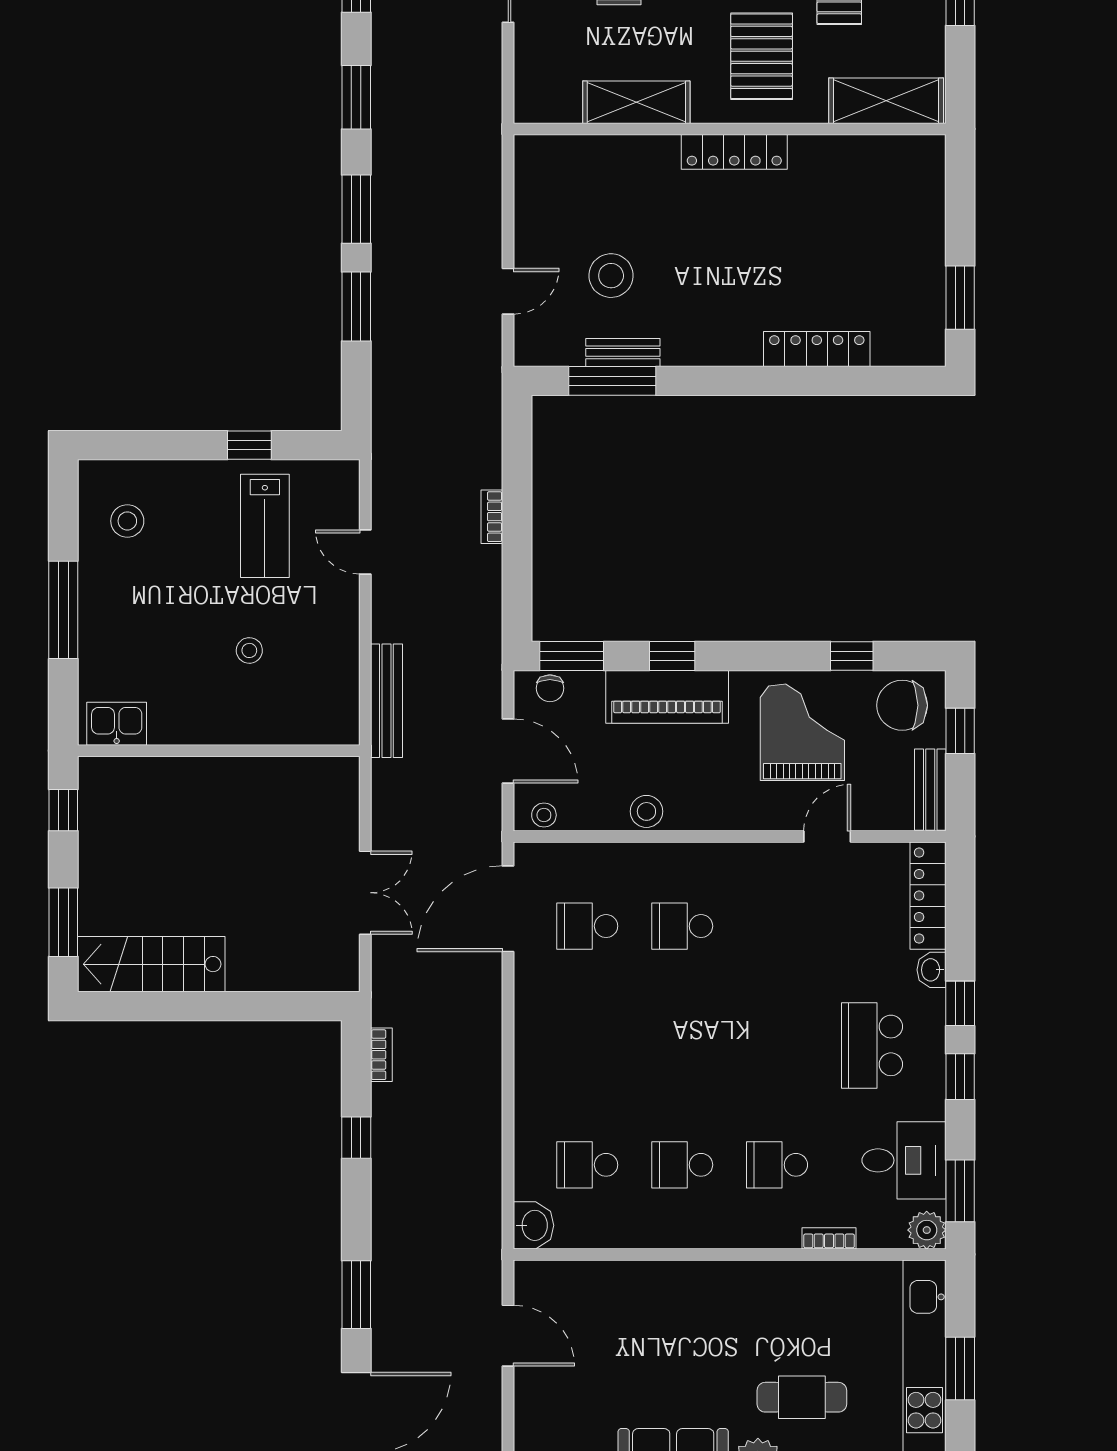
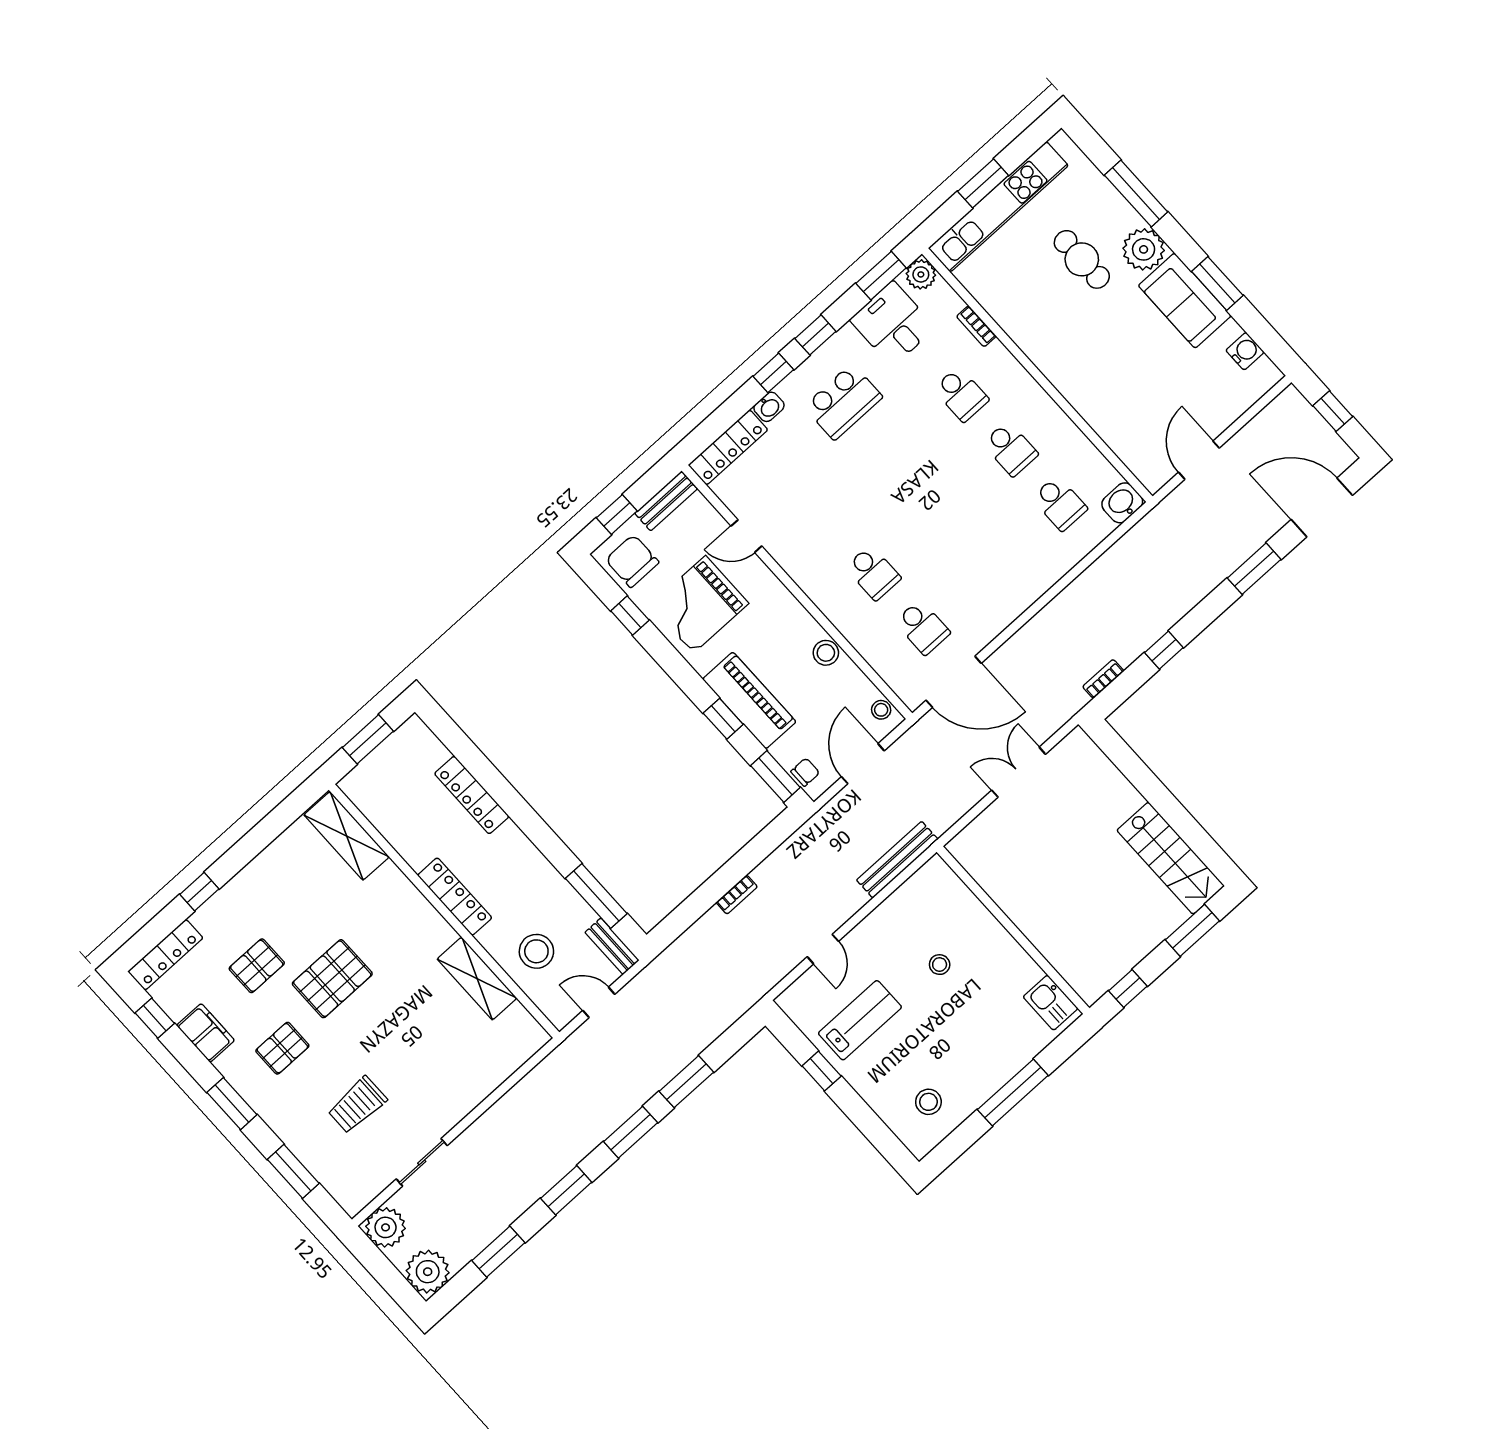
shelving: (886, 101) -> (347, 836), moved
shelving: (636, 102) -> (477, 979), moved
wall: (730, 129) -> (444, 911), moved
locker: (734, 152) -> (455, 897), moved
bench: (623, 352) -> (612, 946), moved
chair: (902, 705) -> (632, 561), turned 180

